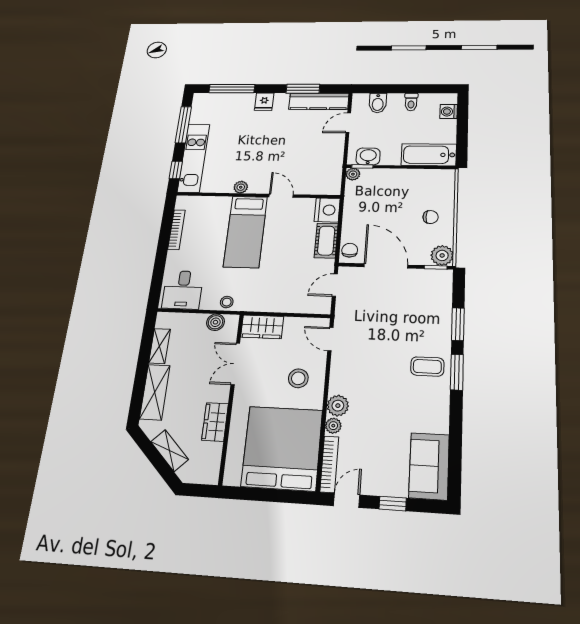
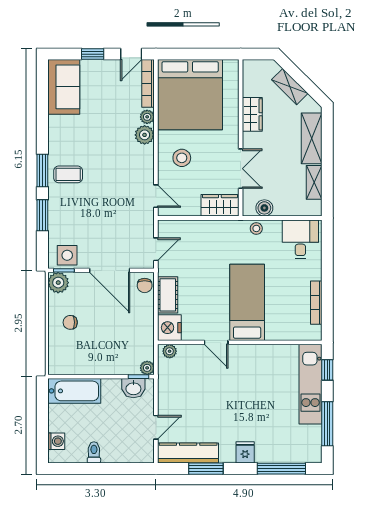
bidet: (378, 103) -> (128, 451), removed
plant: (241, 187) -> (170, 351), moved
side table: (431, 282) -> (67, 255), added

